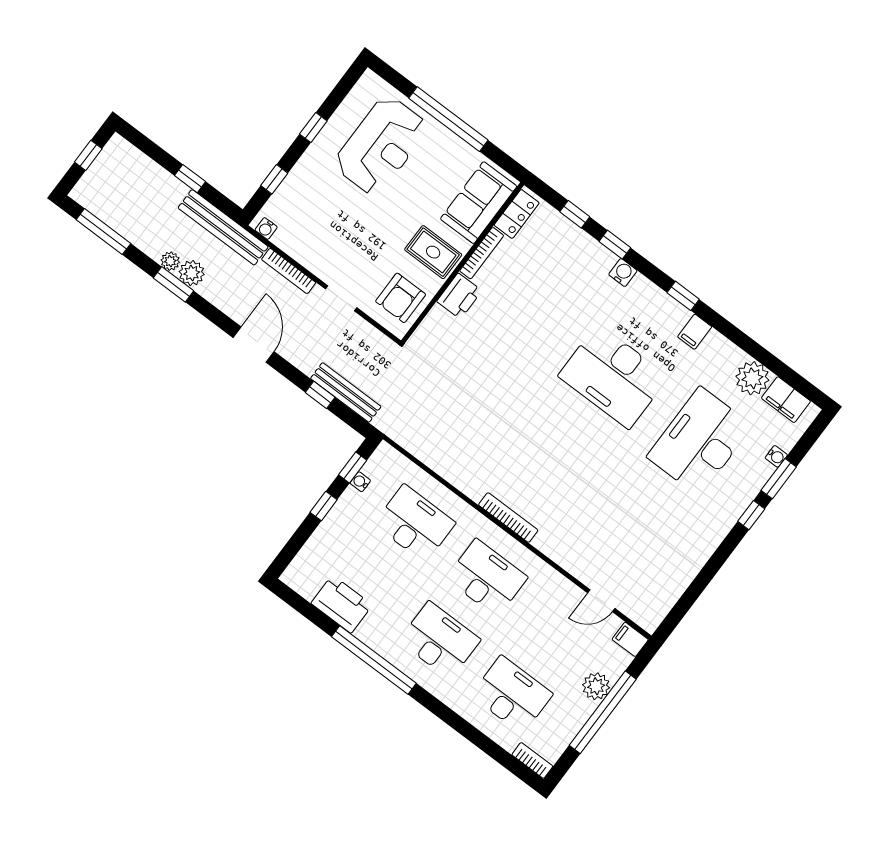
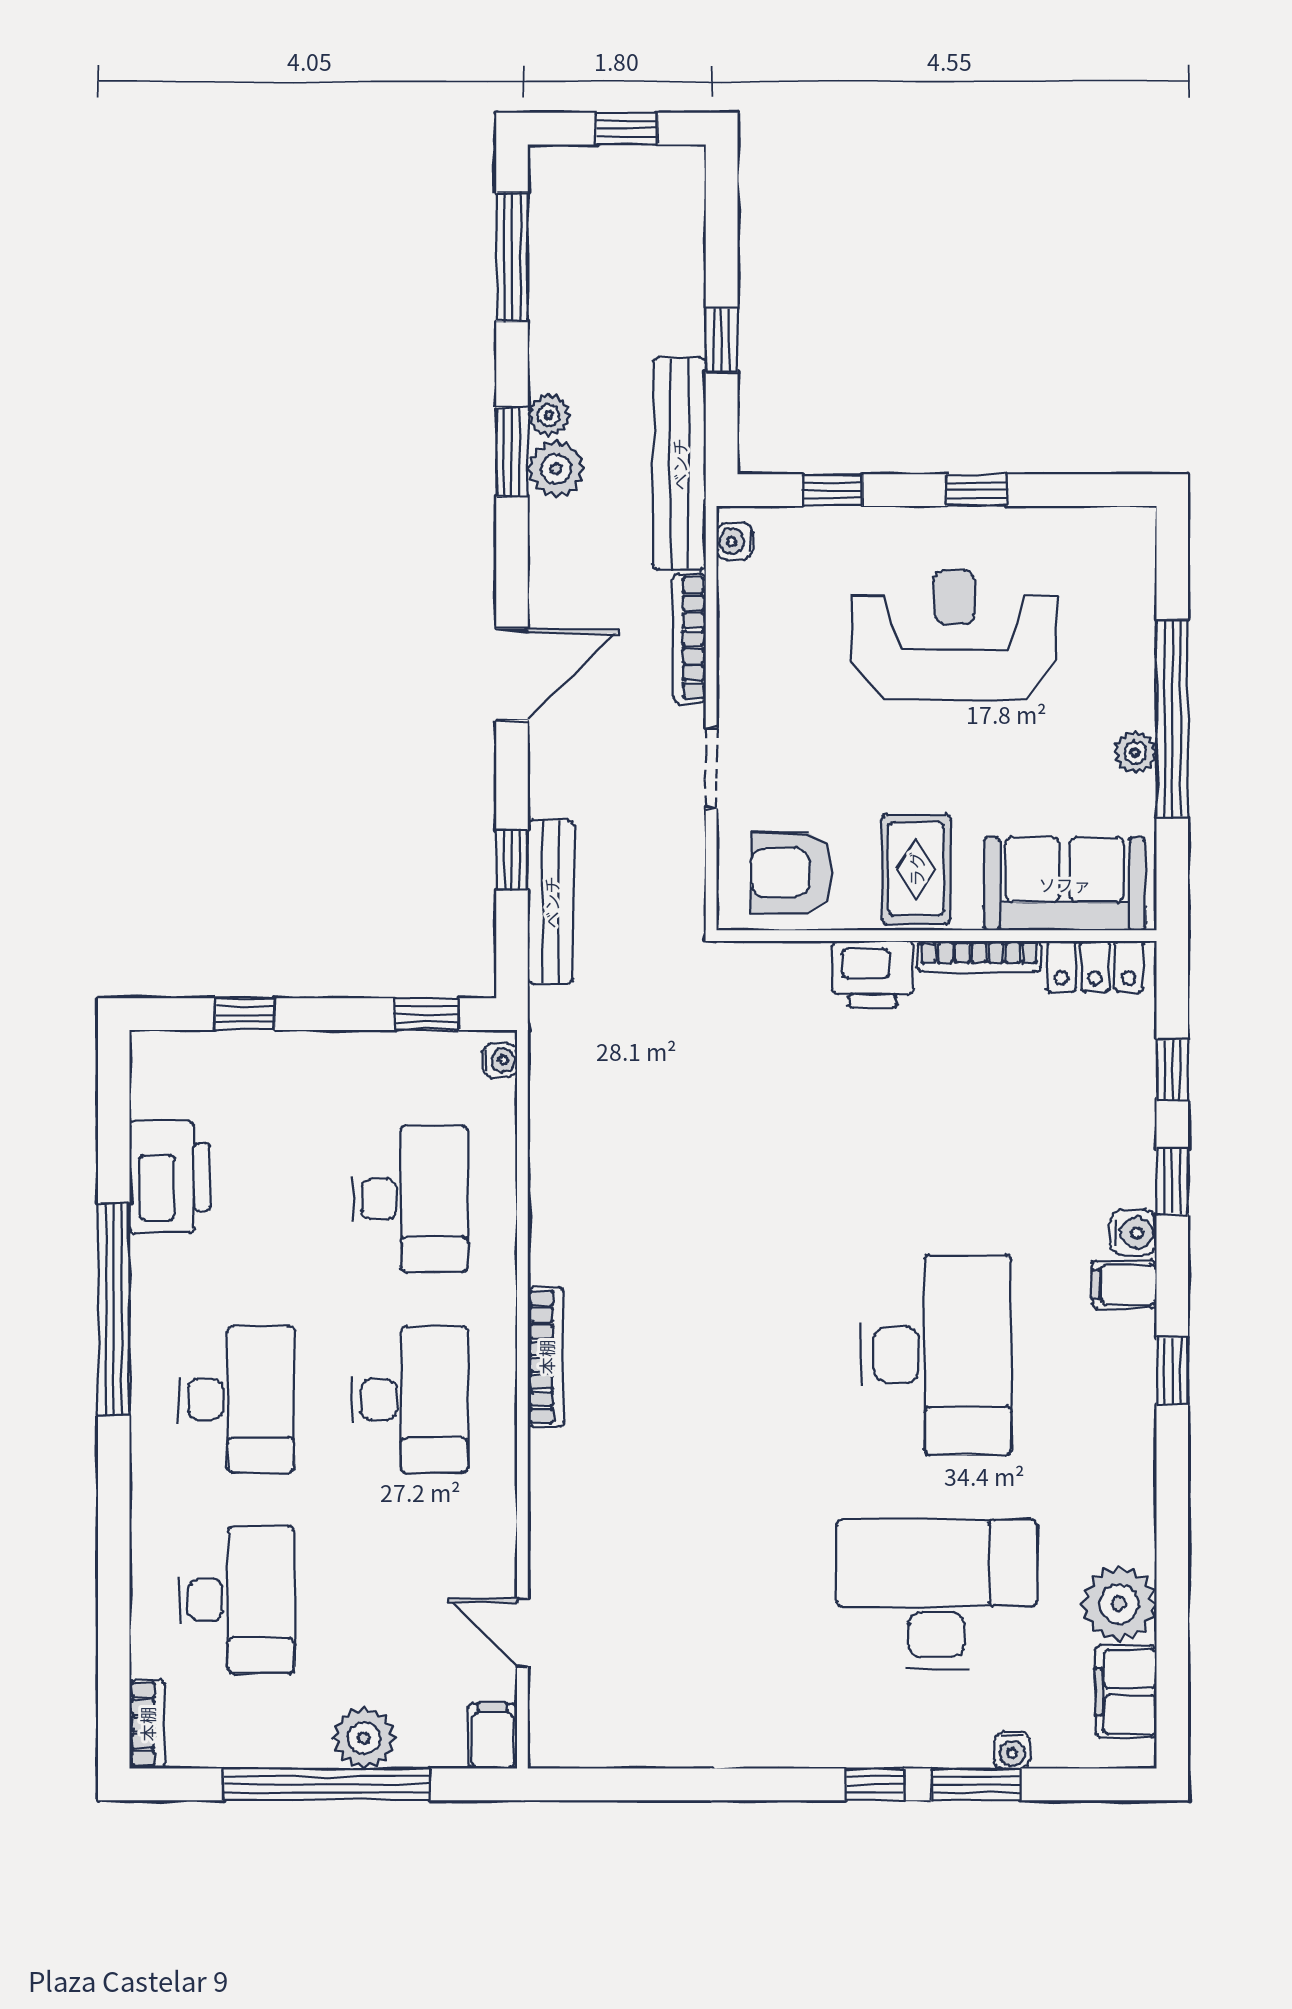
plant: (451, 142) -> (1135, 752), added
reception desk: (381, 146) -> (954, 634), moved, turned 180
filing cabinet: (695, 332) -> (1124, 1284), moved
desk: (613, 376) -> (936, 1355), turned 180
water cooler: (360, 482) -> (500, 1060), moved, turned 90
window: (324, 506) -> (245, 1014), moved

